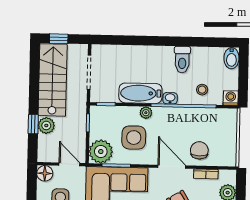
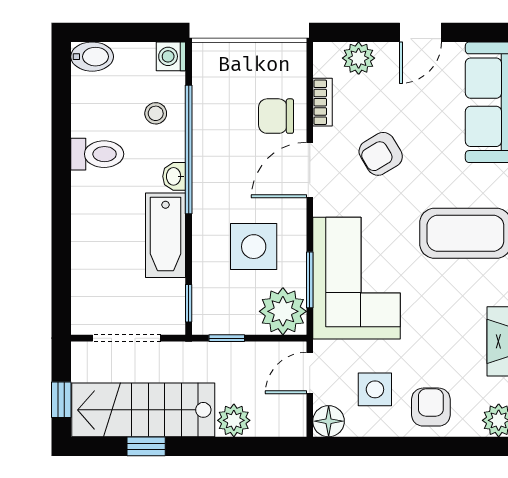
plant: (146, 113) -> (204, 224), removed
window: (33, 124) -> (146, 446), moved

